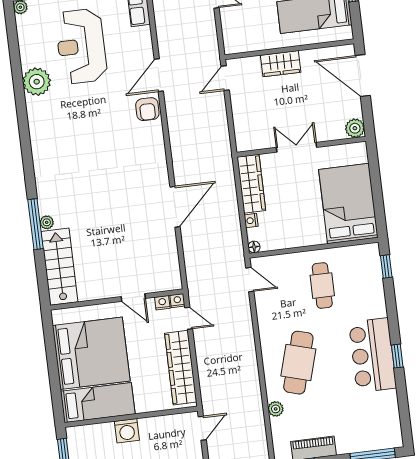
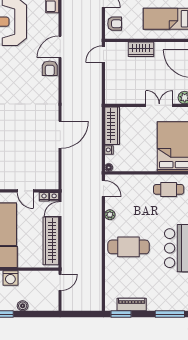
armchair: (236, 30) -> (115, 24), added
double door: (296, 147) -> (159, 105), moved
cafe table: (322, 286) -> (169, 189), moved, turned 90
door: (189, 318) -> (60, 209), swing flipped
cafe table: (298, 363) -> (129, 247), turned 74
plant: (276, 409) -> (110, 215), moved

